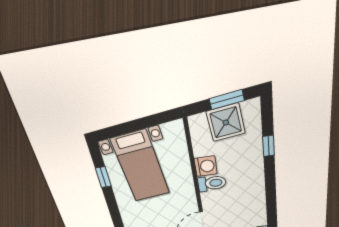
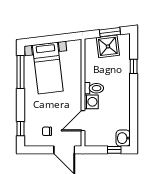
washing machine: (206, 166) -> (91, 102), moved
window: (103, 177) -> (20, 72), width x2.17

